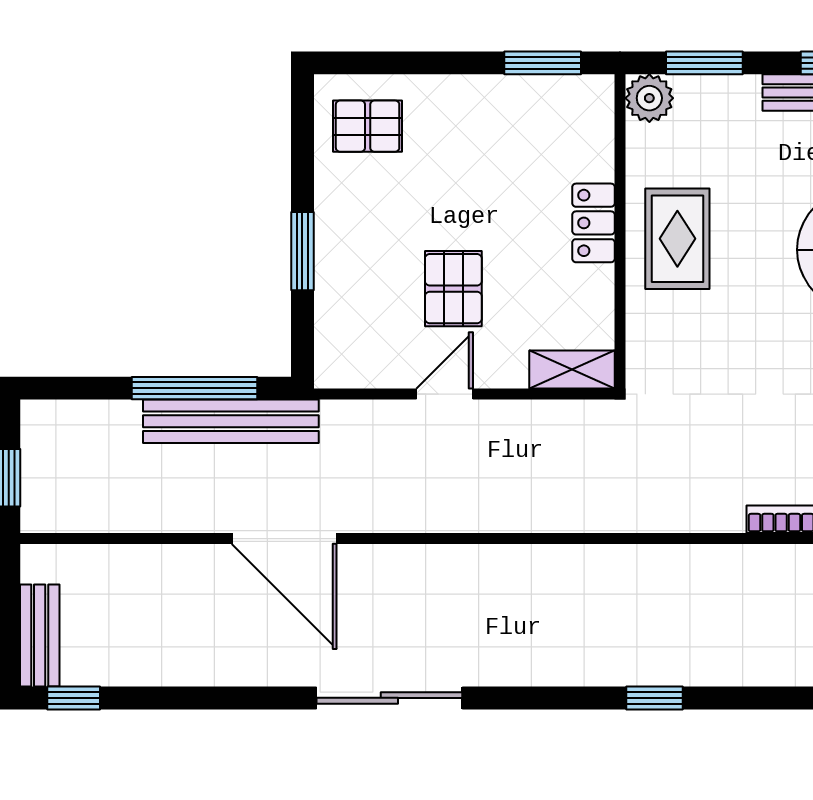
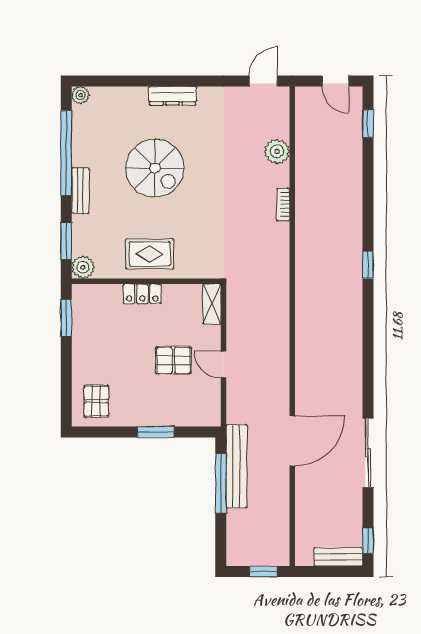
sliding door: (389, 698) -> (368, 453), moved

